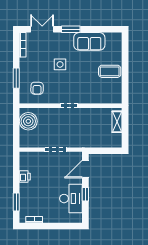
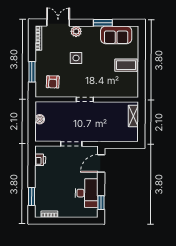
window: (71, 29) -> (103, 23), moved
plant: (60, 38) -> (76, 31), added
sofa: (89, 41) -> (116, 35), moved
boiler: (28, 121) -> (40, 119), width x0.54, depth x0.54
printer: (25, 177) -> (40, 160), moved
window: (85, 194) -> (101, 203), moved

